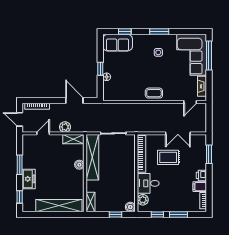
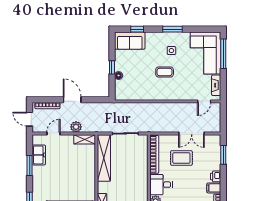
coffee table: (154, 93) -> (165, 72), moved
door: (74, 100) -> (72, 100), moved
boiler: (79, 165) -> (91, 165), removed
freezer: (29, 179) -> (39, 155), moved

